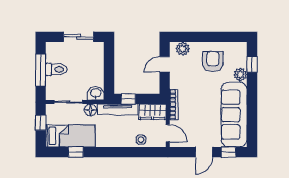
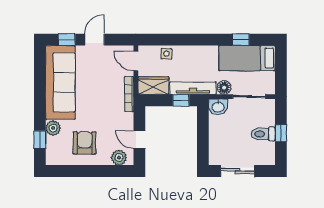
armchair: (213, 62) -> (85, 143), turned 180
door: (165, 64) -> (139, 140), swing flipped
window: (41, 70) -> (281, 133), width x0.46
window: (41, 123) -> (281, 73), removed

